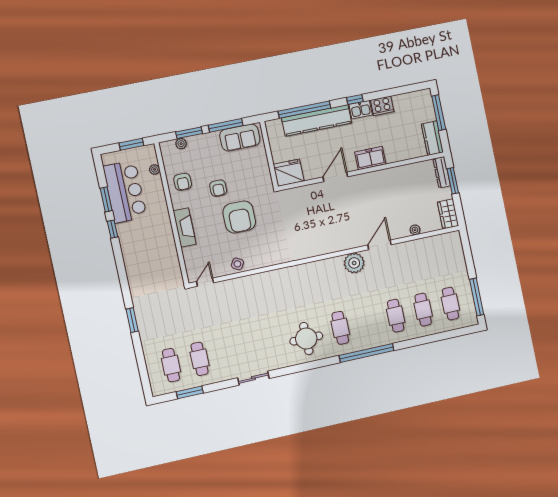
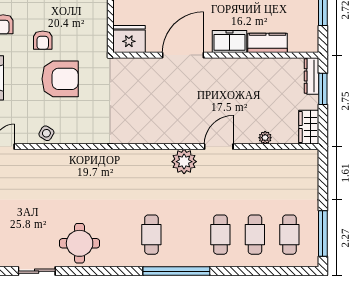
kitchen counter: (432, 138) -> (268, 43), moved, turned 90
door: (335, 177) -> (183, 55), width x1.36
armchair: (239, 217) -> (60, 79), turned -90
round table: (306, 339) -> (80, 243), moved

